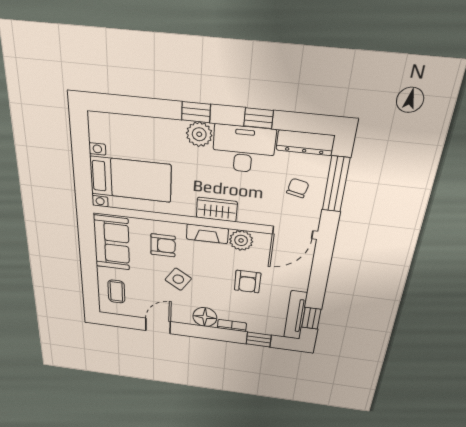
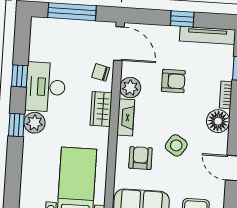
dresser: (305, 143) -> (38, 39), removed
chair: (298, 188) -> (101, 72), moved
window: (311, 318) -> (182, 19), moved

